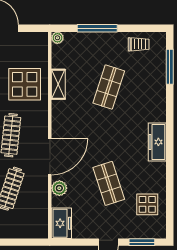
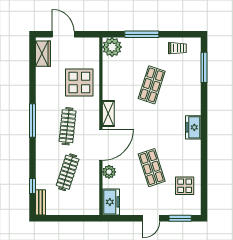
plant: (57, 38) -> (112, 47), width x1.87, depth x1.87
shelving: (58, 84) -> (108, 114), moved
freezer: (157, 142) -> (193, 127), width x0.71

